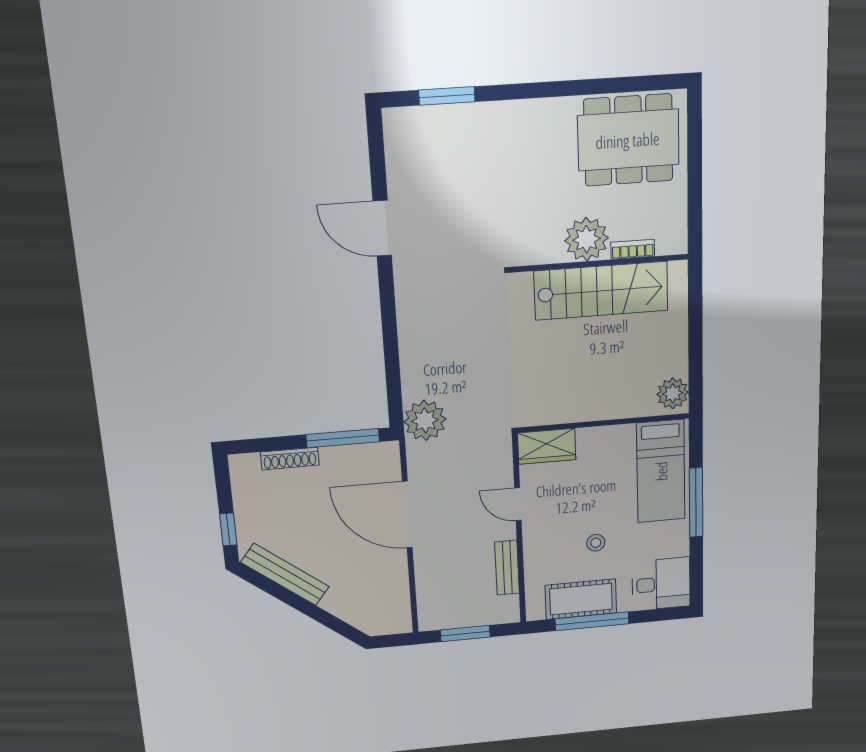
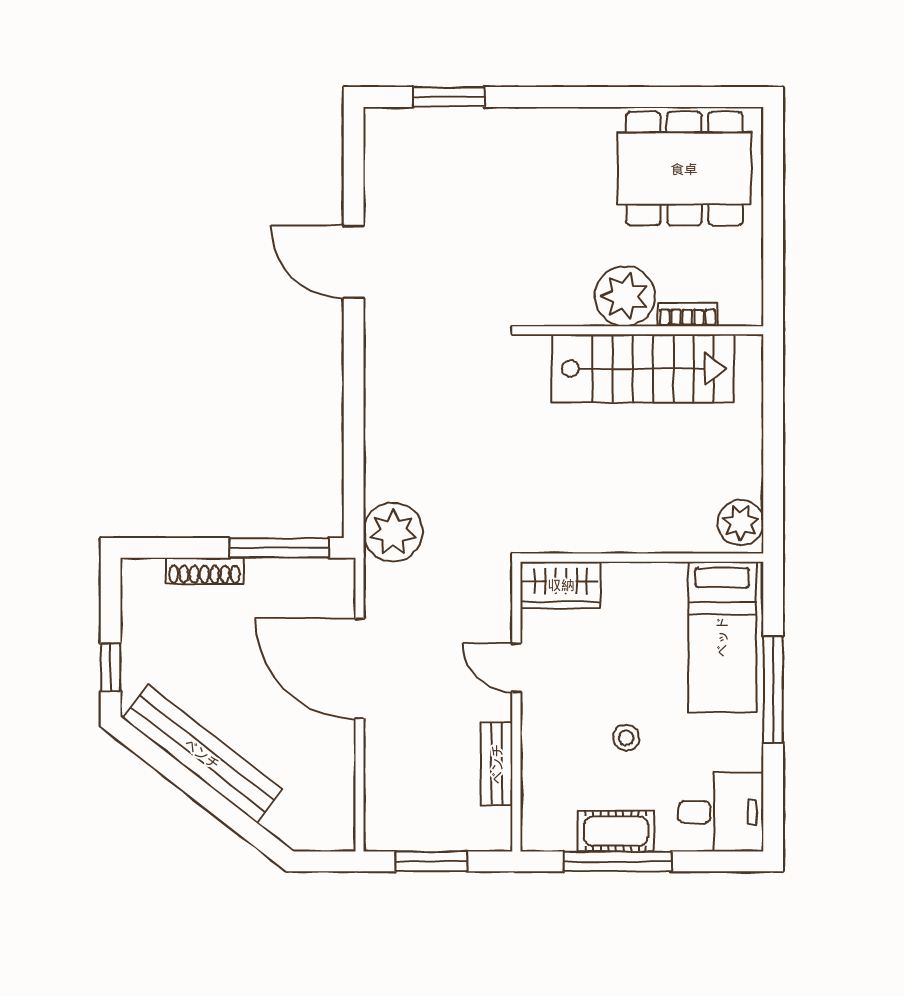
bench: (285, 574) -> (202, 754), width x1.37, depth x1.21
cot: (581, 599) -> (616, 831), width x0.73, depth x0.75

